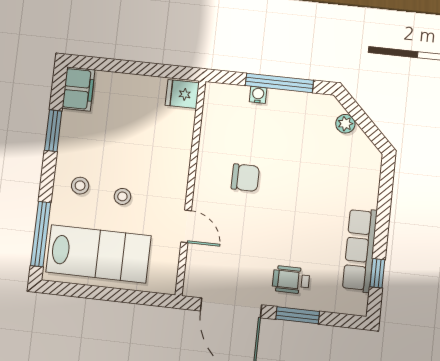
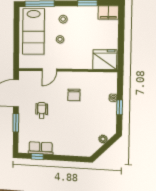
window: (279, 83) -> (120, 107), width x0.46
fridge: (182, 94) -> (105, 60), width x1.88, depth x1.34
row of seats: (360, 250) -> (41, 148), width x0.68
wheelchair: (291, 280) -> (42, 110), moved

